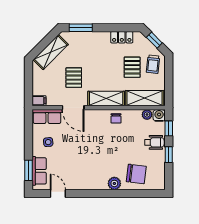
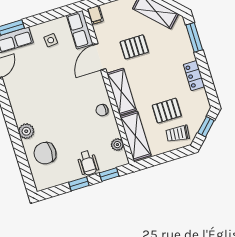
locker: (122, 37) -> (194, 76), moved
water cooler: (159, 115) -> (121, 159), removed
chair: (136, 174) -> (45, 153), turned 83

